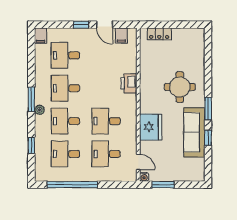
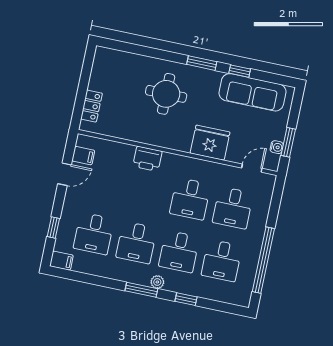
window: (81, 25) -> (53, 227), moved
sofa: (194, 132) -> (252, 92), moved
window: (31, 145) -> (186, 299), moved
water cooler: (144, 177) -> (277, 147), moved

